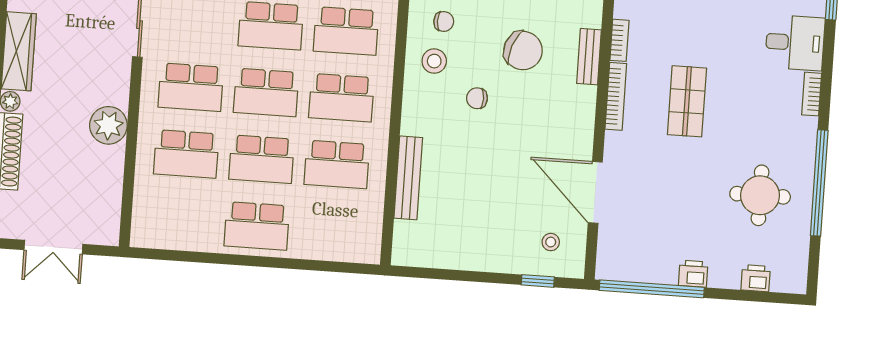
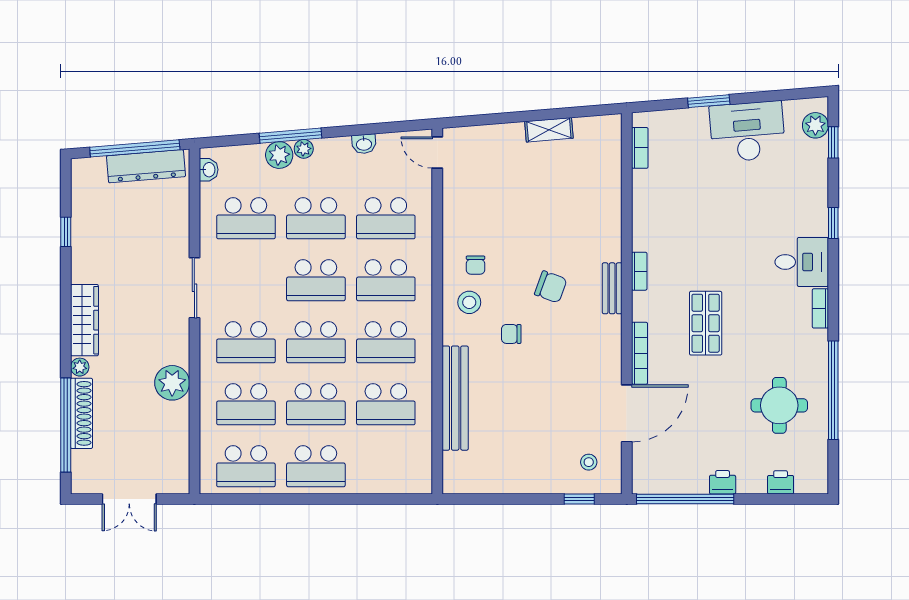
chair: (444, 21) -> (476, 265), turned 90
chair: (523, 51) -> (551, 287), width x0.73, depth x0.73
bookcase: (616, 96) -> (640, 353), moved
bench: (408, 178) -> (455, 398), width x1.37, depth x1.21
door: (595, 192) -> (627, 413), swing flipped
school desk: (182, 221) -> (246, 466), added

